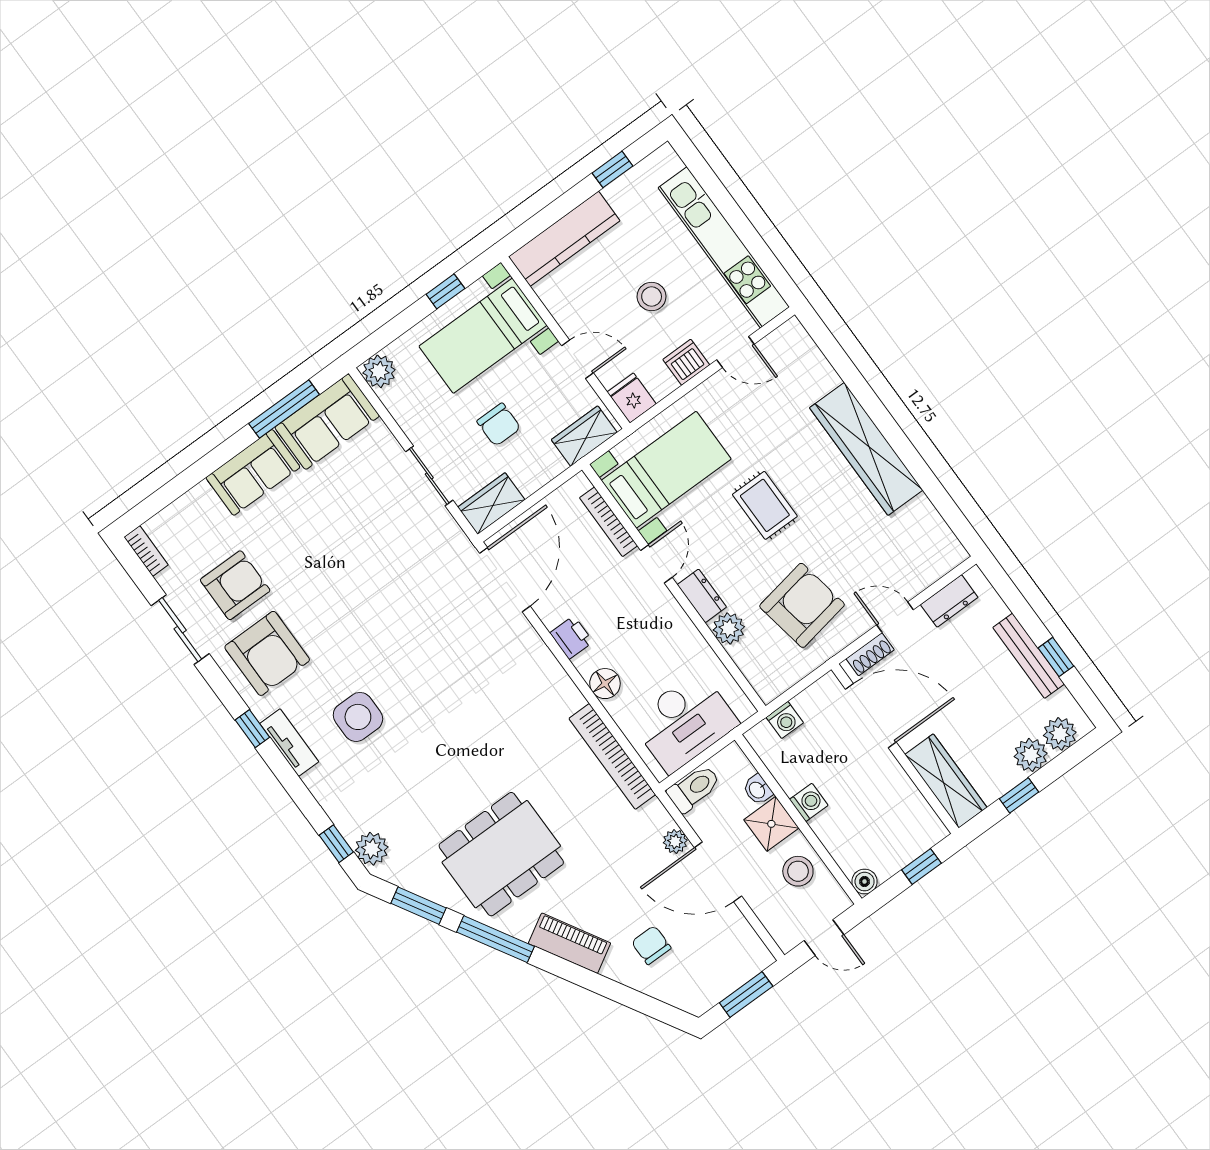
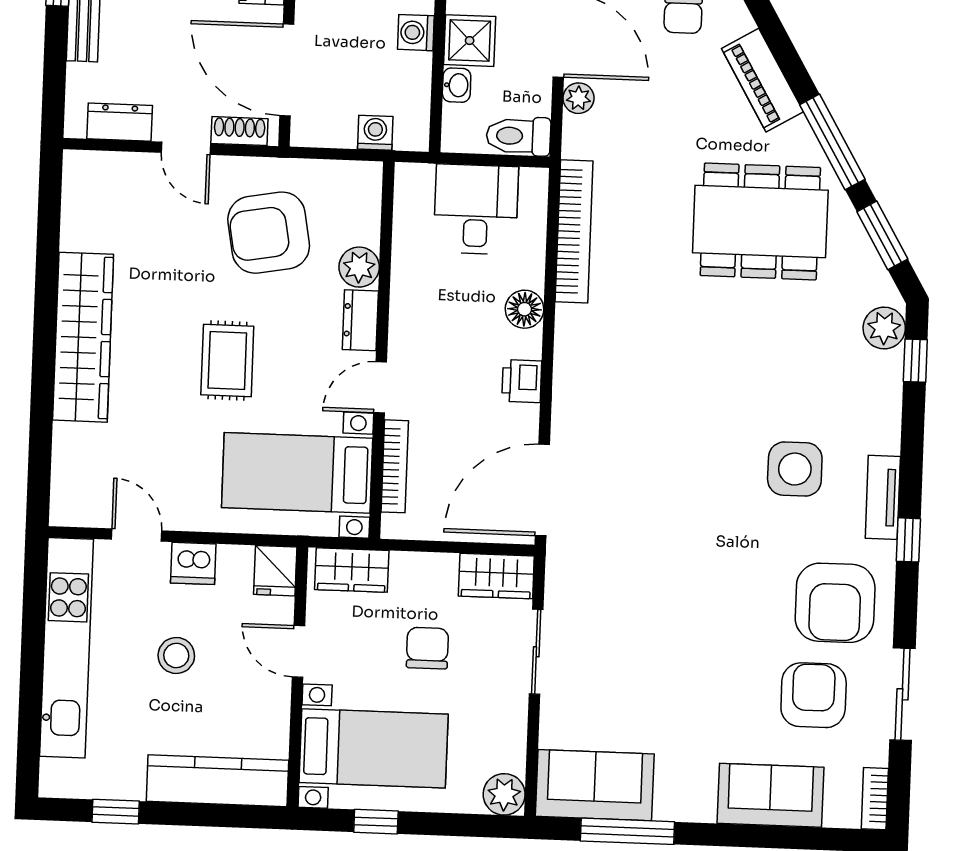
sofa: (253, 472) -> (771, 795), moved
armchair: (235, 585) -> (814, 695), turned 90
armchair: (267, 653) -> (835, 603), turned 180
desk: (684, 722) -> (476, 209), width x0.73

